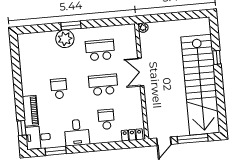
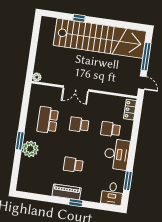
school desk: (103, 85) -> (79, 125), width x0.54
piano: (30, 111) -> (67, 192), moved
window: (22, 128) -> (76, 203), moved
desk: (77, 133) -> (117, 154), width x1.37

